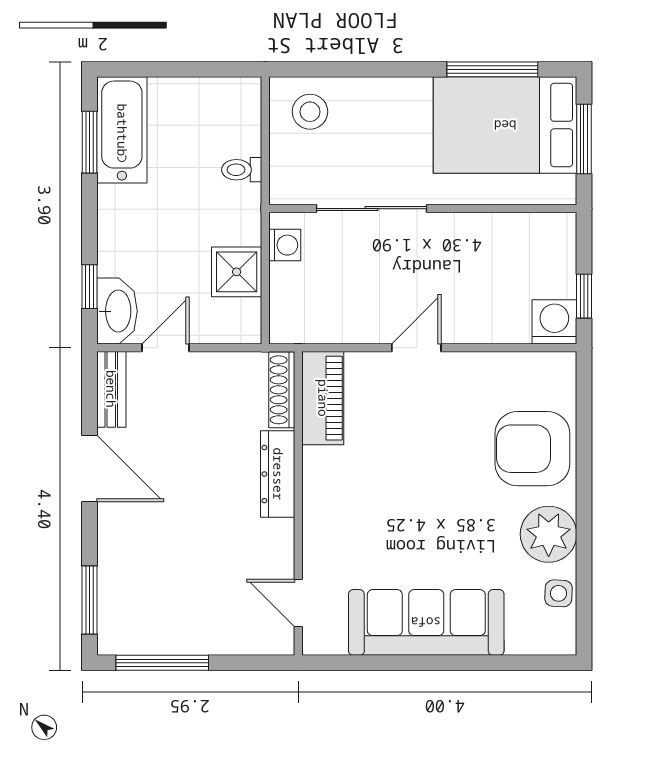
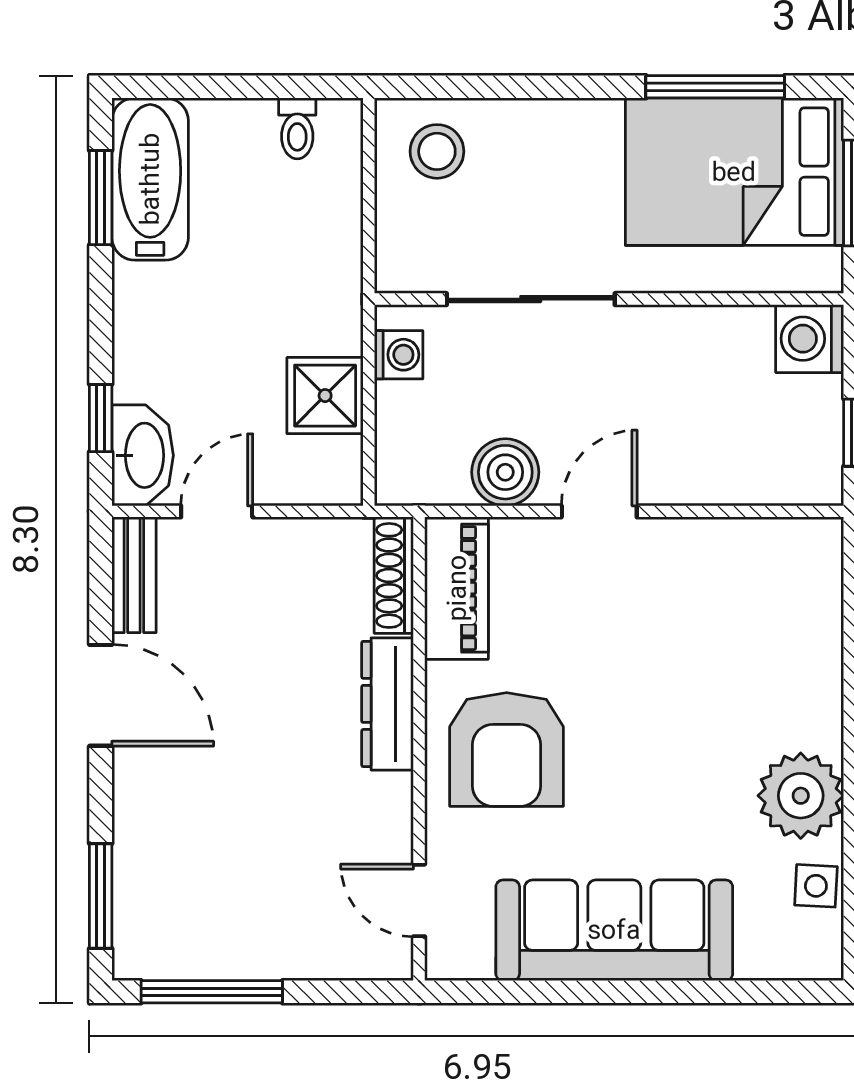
toilet: (242, 170) -> (297, 128), moved, turned -90
boiler: (355, 322) -> (505, 472), added
washing machine: (554, 322) -> (810, 339), moved, turned -90
armchair: (532, 449) -> (507, 749), moved, turned -90

